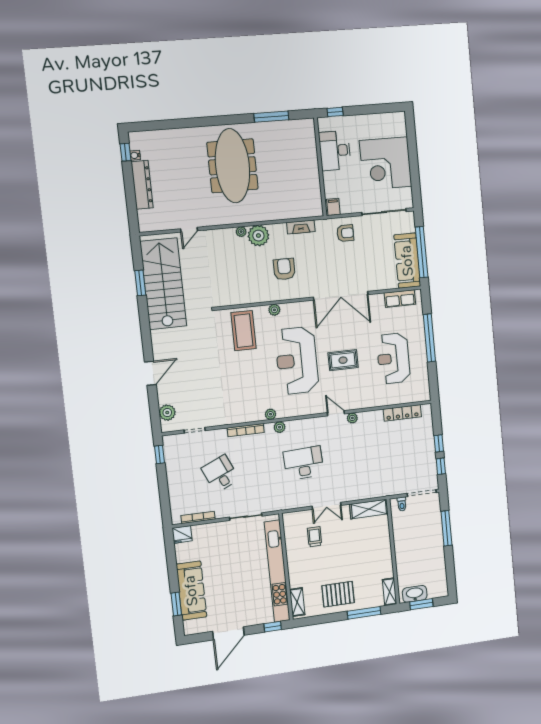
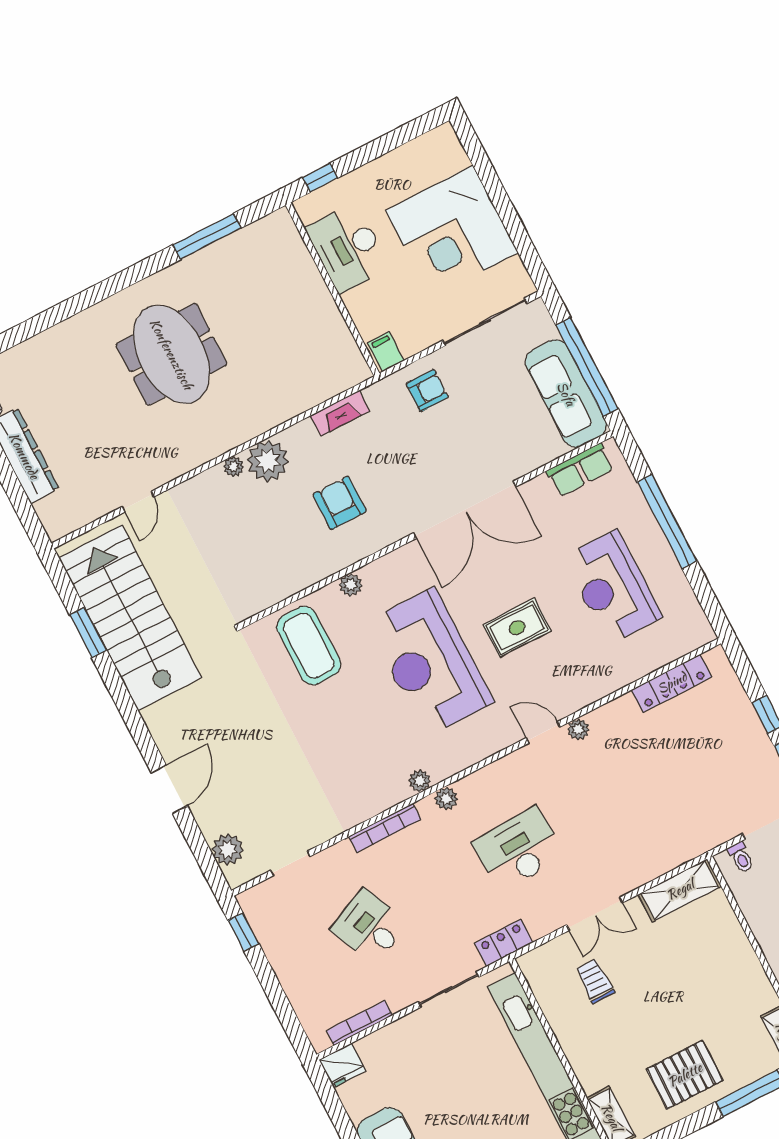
meeting table: (233, 166) -> (171, 354), width x0.73
locker: (280, 504) -> (504, 943), added

